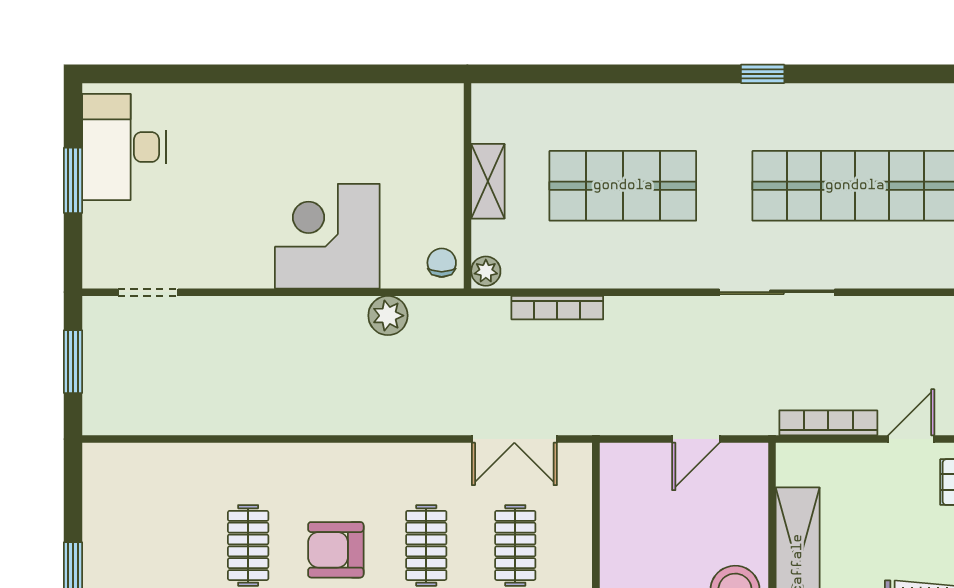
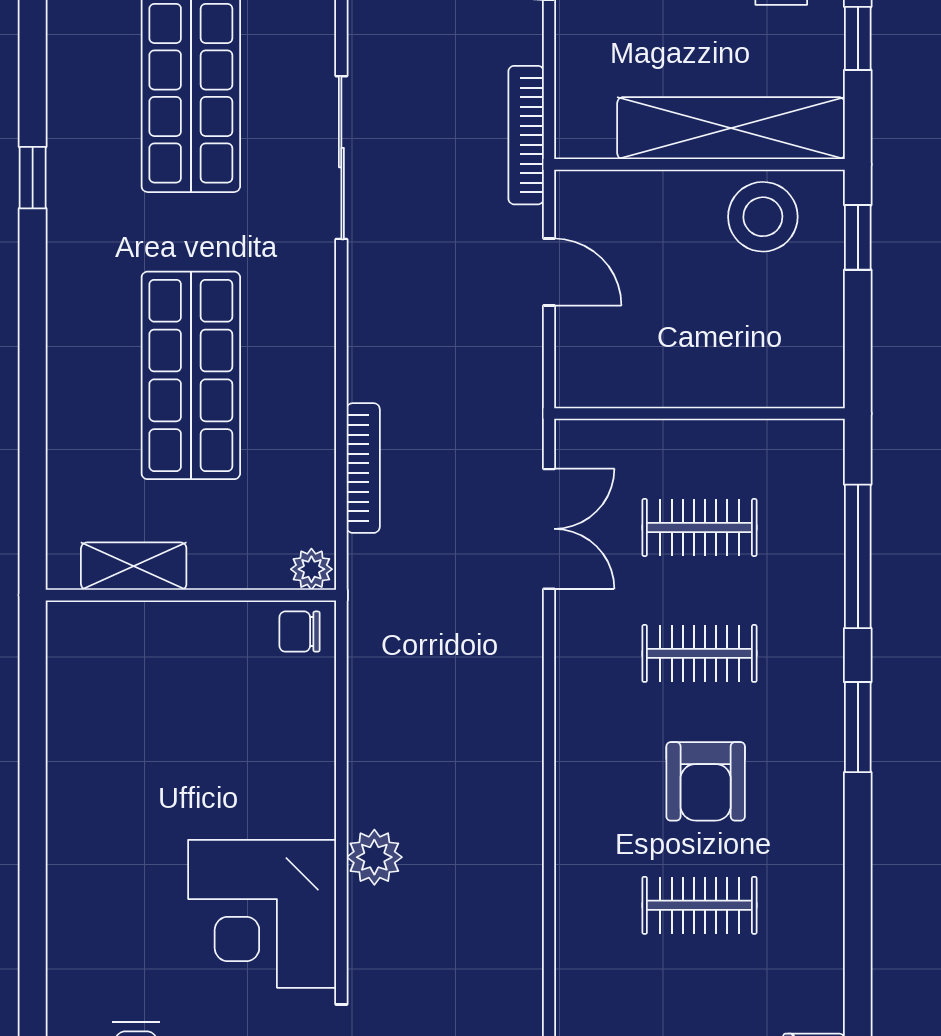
shelving: (488, 181) -> (134, 566), moved
corner desk: (327, 236) -> (262, 914), moved
plant: (388, 316) -> (374, 857), moved
bookcase: (828, 423) -> (526, 135), moved

